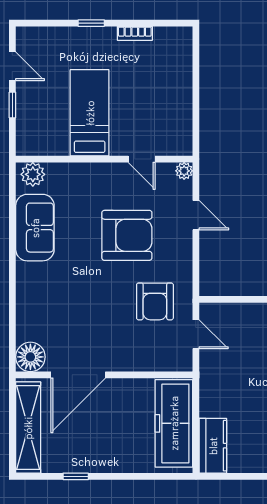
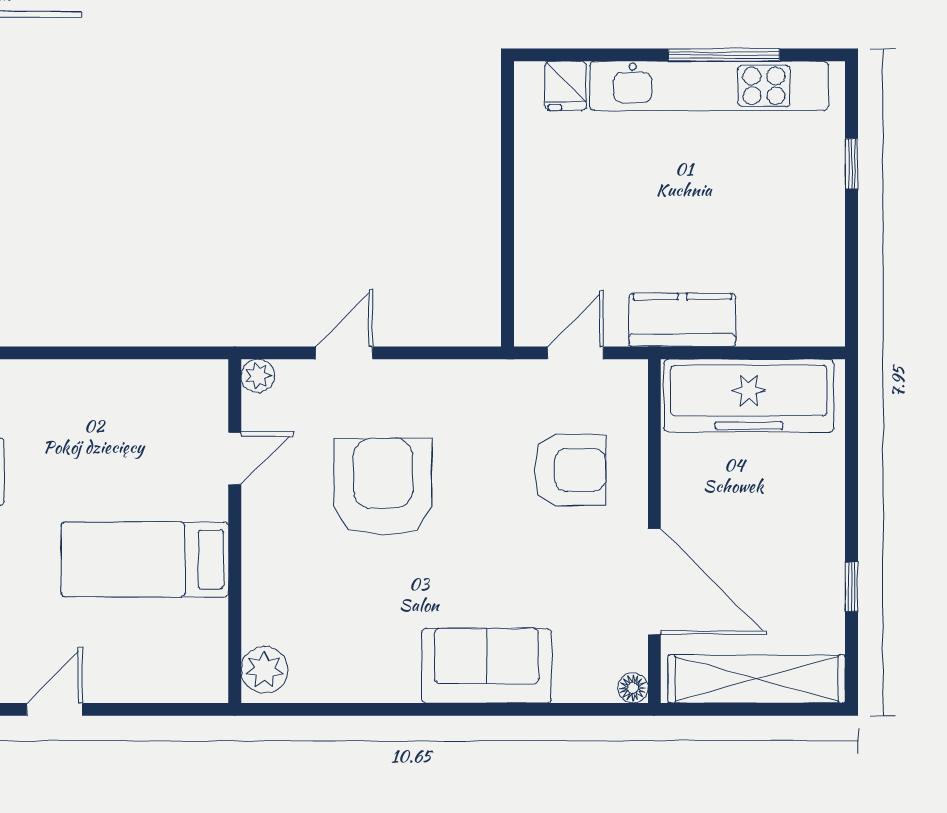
window: (12, 105) -> (130, 709), removed
sofa: (35, 228) -> (487, 666), moved
armchair: (155, 301) -> (570, 470), moved
floor lamp: (30, 357) -> (633, 688), width x0.53, depth x0.53
kitchen counter: (213, 446) -> (682, 320), moved

